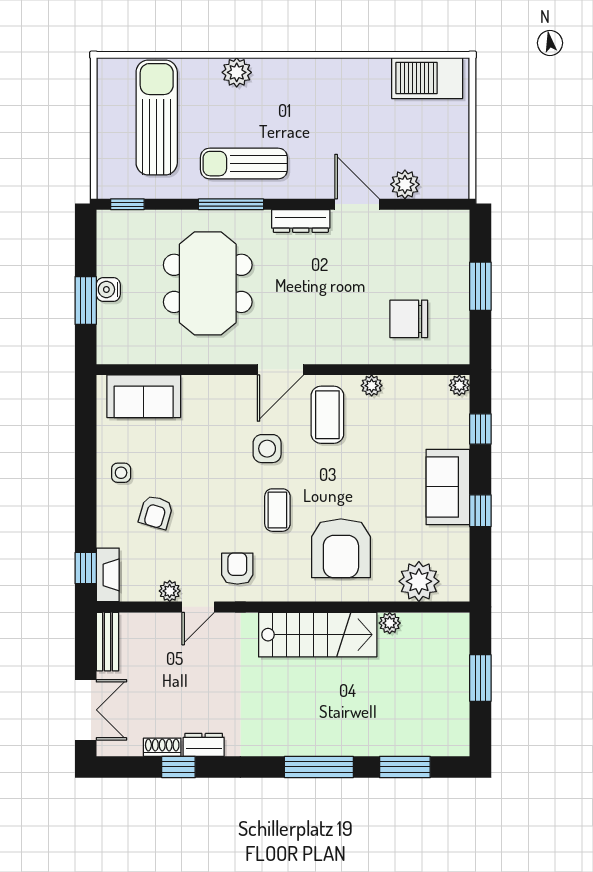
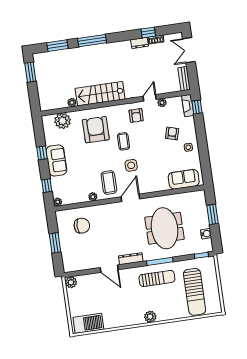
plant: (237, 72) -> (150, 317), moved
plant: (405, 184) -> (71, 282), moved
water cooler: (108, 289) -> (206, 234), moved
window: (480, 678) -> (30, 72), moved

